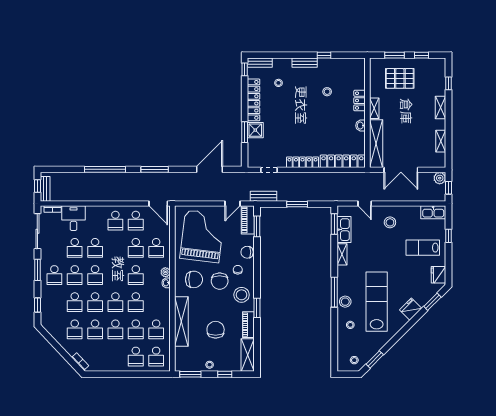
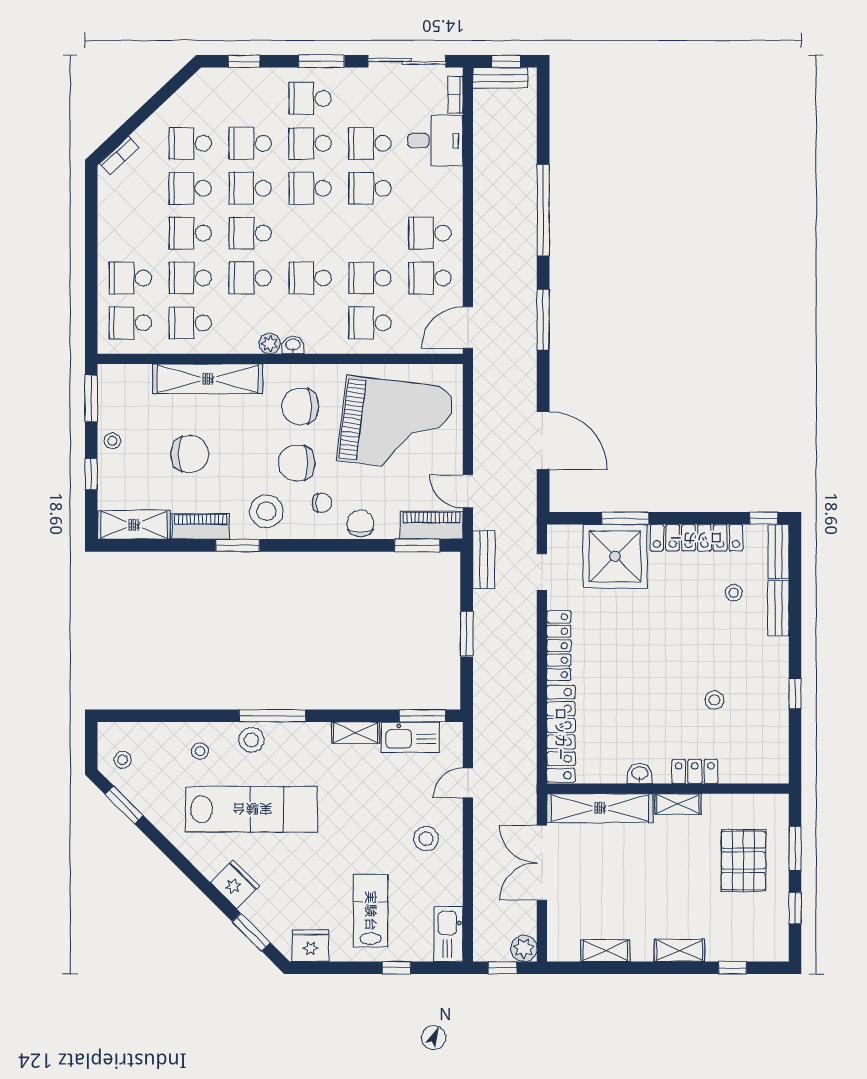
bench: (305, 63) -> (778, 608), moved
shower: (255, 130) -> (615, 556), width x1.86, depth x1.86
plant: (165, 272) -> (269, 344), moved
chair: (194, 279) -> (300, 406), turned 90

